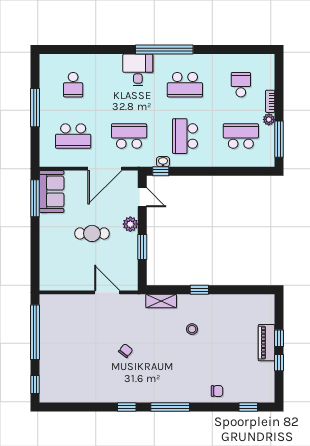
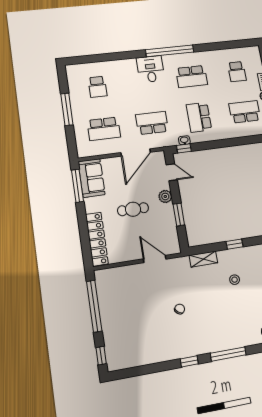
school desk: (241, 85) -> (237, 72), turned 180
locker: (48, 261) -> (97, 239), added

